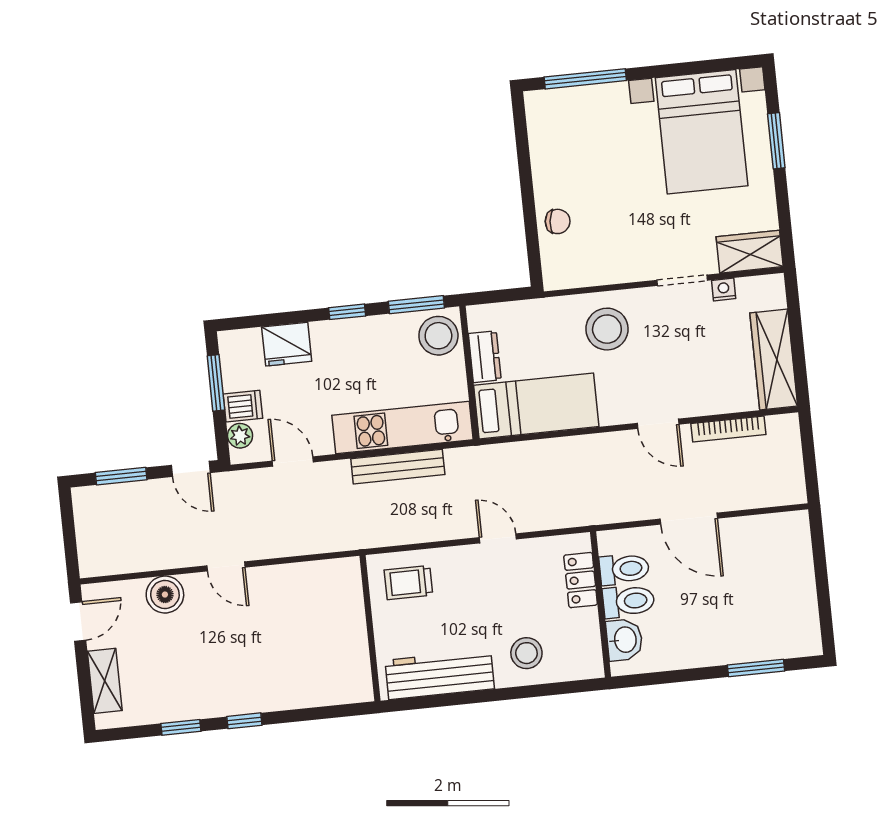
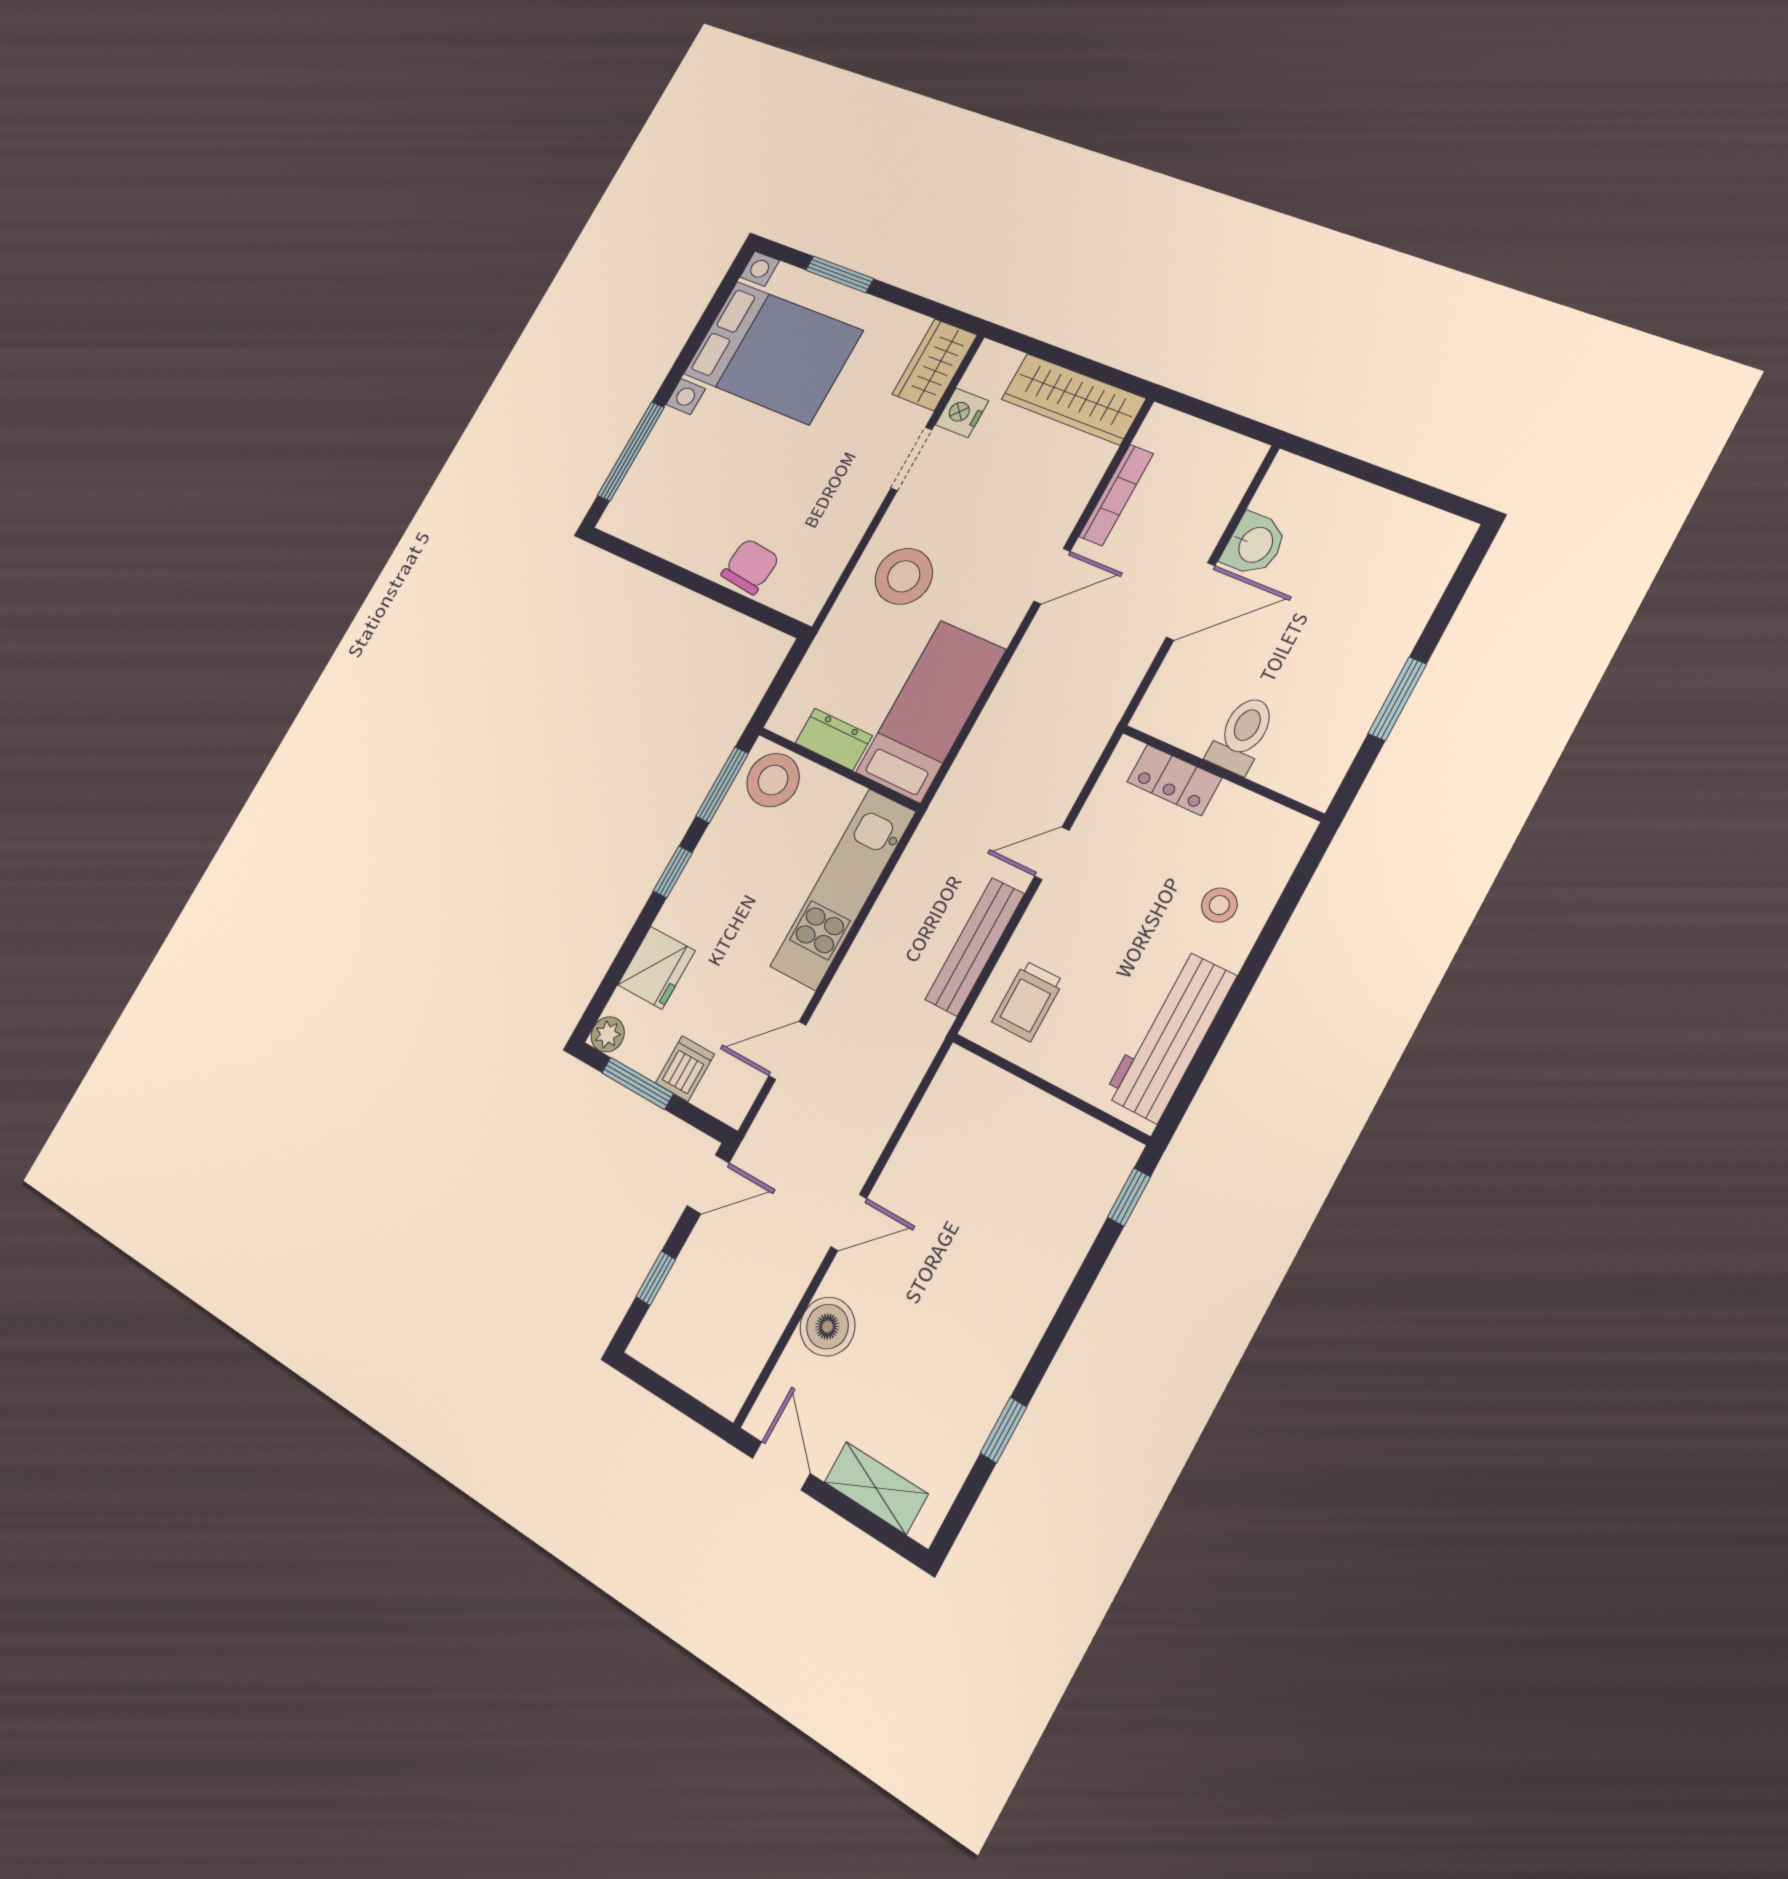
chair: (558, 221) -> (750, 566), width x1.37, depth x1.37
nightstand: (724, 289) -> (962, 413), width x1.39, depth x1.35
plant: (240, 436) -> (608, 1034), moved
bench: (398, 467) -> (975, 947), moved
window: (121, 476) -> (656, 1278), width x0.67
toilet: (624, 569) -> (1198, 717), removed
washbasin: (624, 640) -> (1254, 544), moved, turned 90
stool: (526, 653) -> (1219, 905), width x0.73, depth x0.73
window: (756, 668) -> (1397, 699), moved
window: (244, 721) -> (1129, 1197), moved

